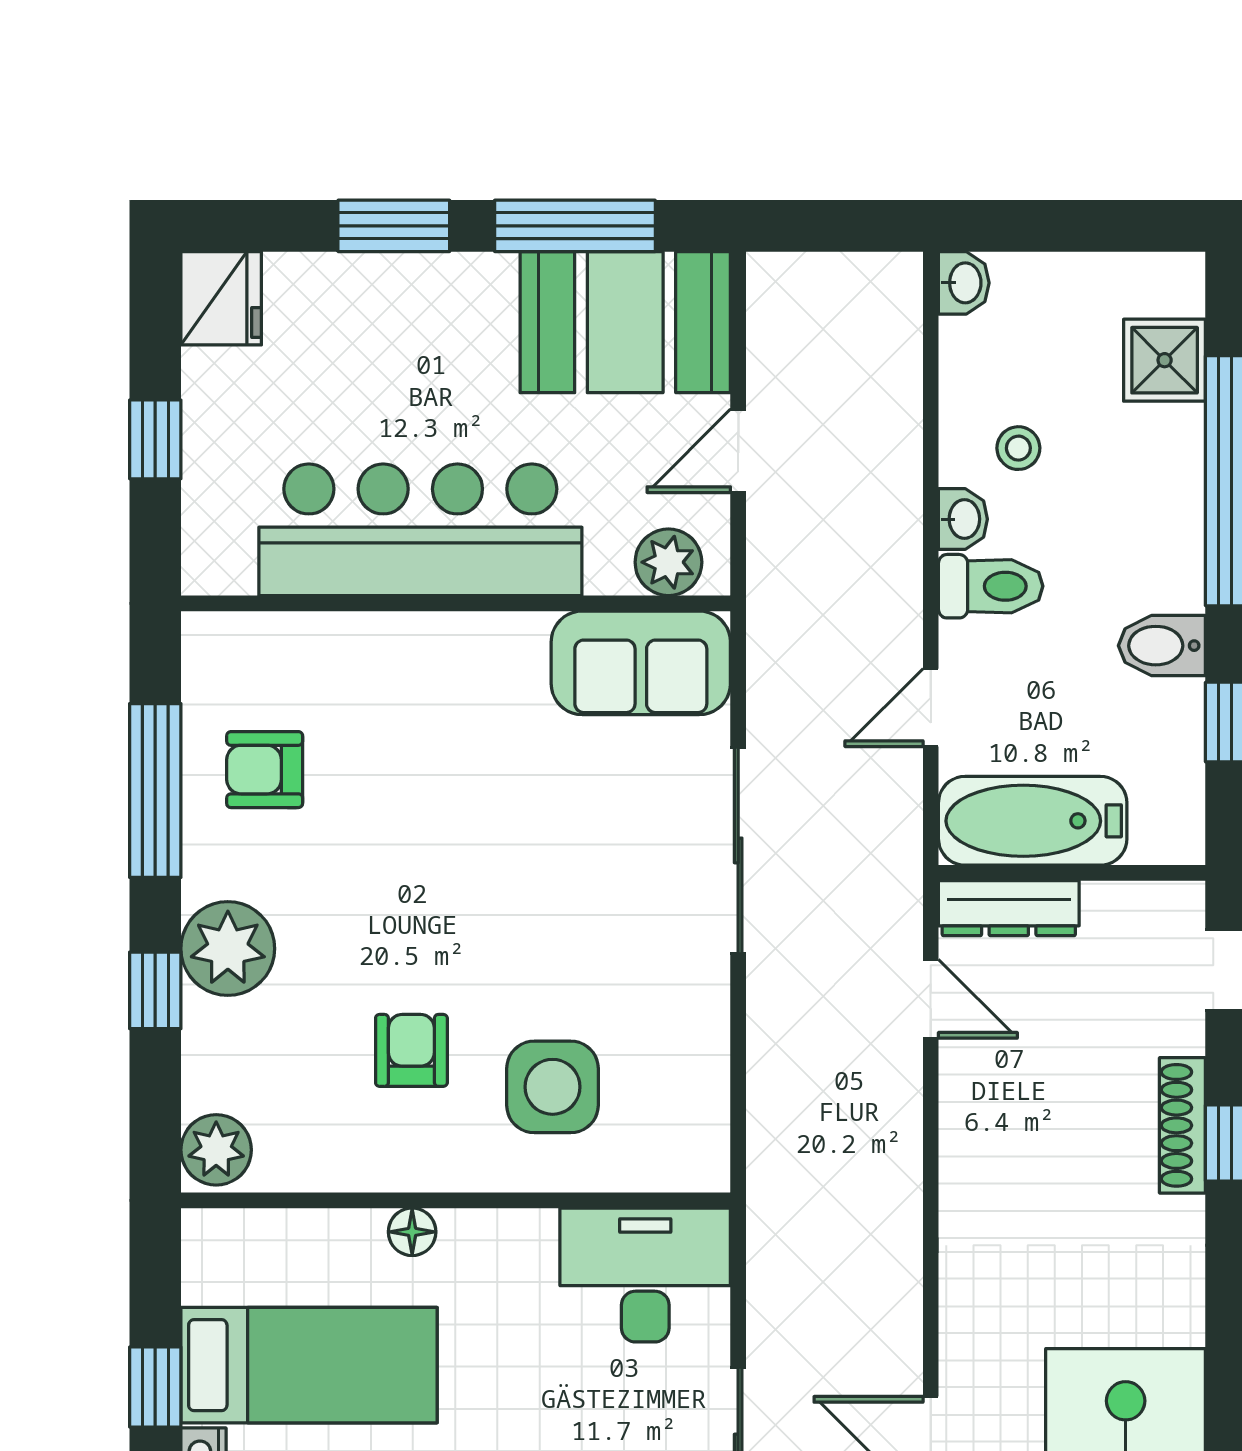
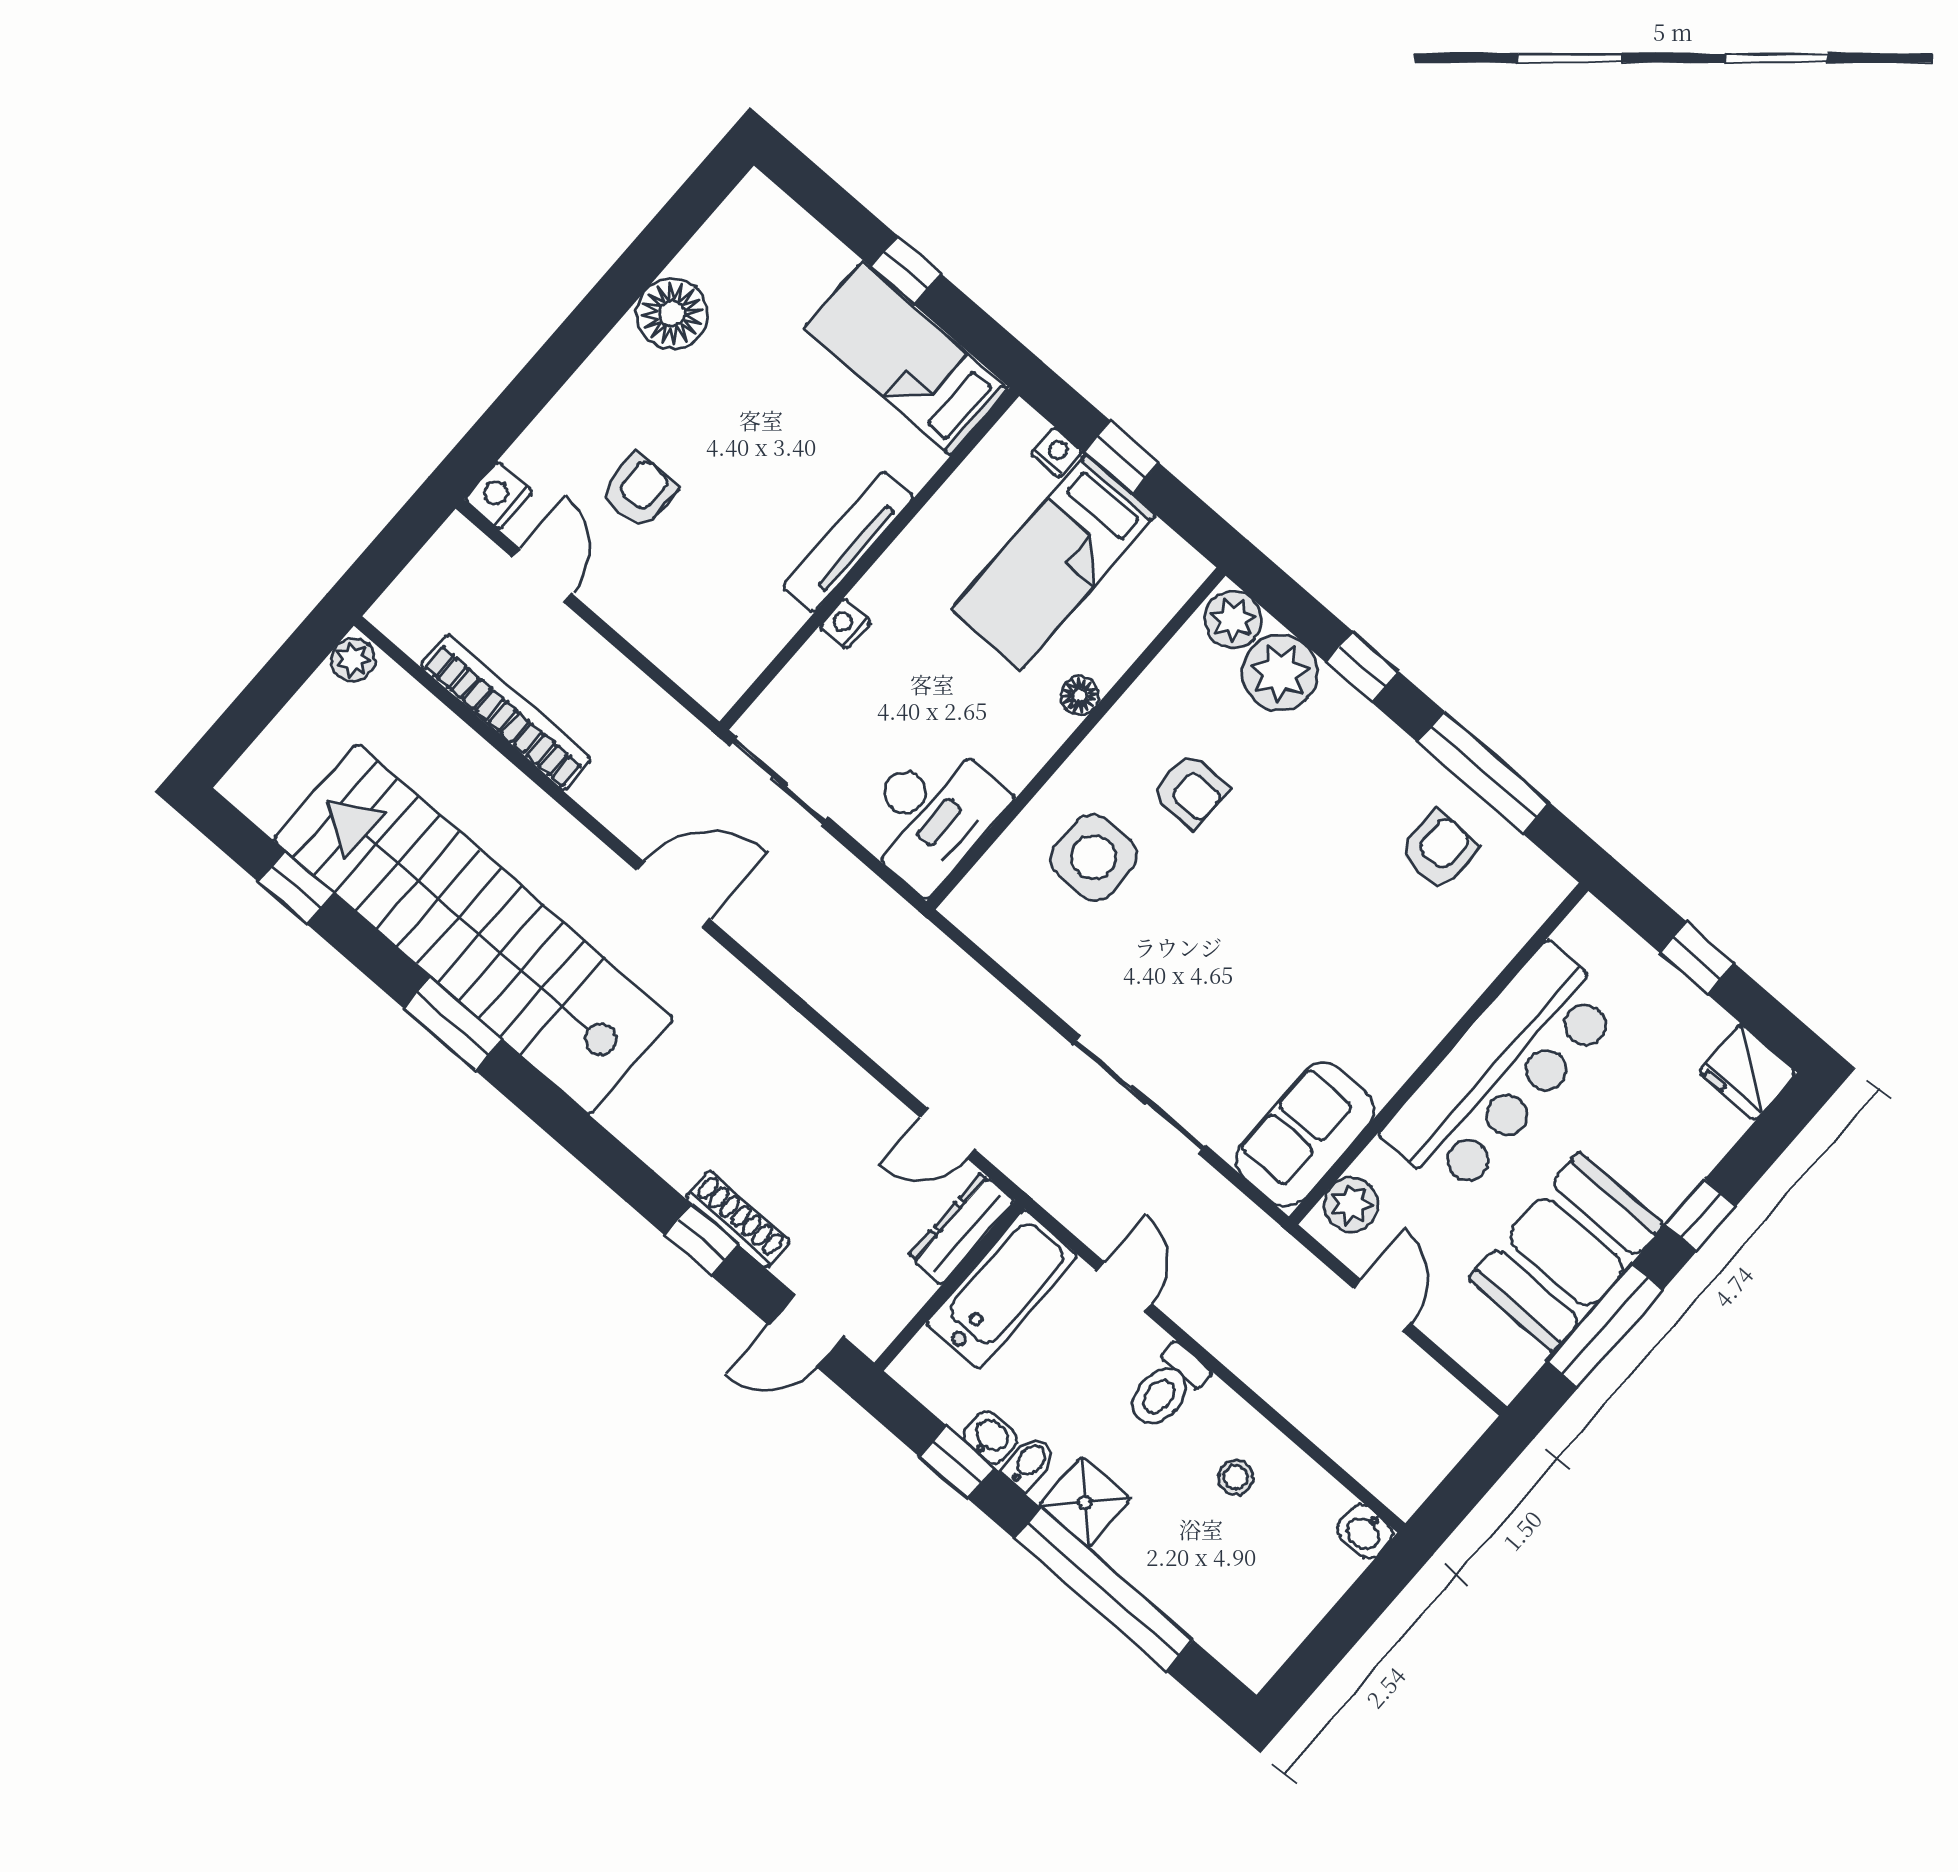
window: (394, 226) -> (1701, 1215), width x0.67
booth: (625, 322) -> (1566, 1252), moved
shower: (1165, 360) -> (1085, 1502), moved
washbasin: (963, 519) -> (990, 1437), moved, turned 180
bidet: (1162, 646) -> (1029, 1463), width x0.72, depth x0.74
plant: (228, 949) -> (1280, 673), moved

